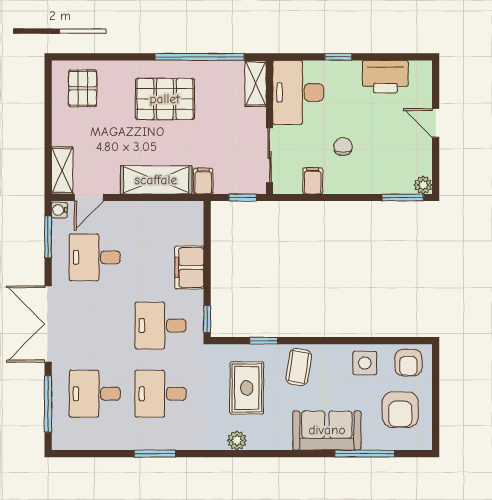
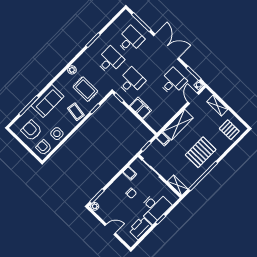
desk: (298, 92) -> (155, 207), moved, turned 90
shelving: (62, 170) -> (217, 105), moved

